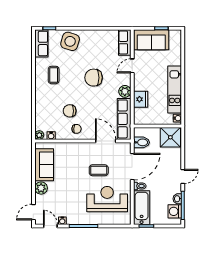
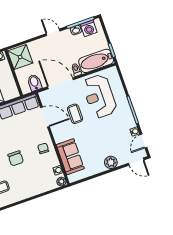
chair: (70, 111) -> (16, 158), moved
door: (106, 141) -> (45, 117), swing flipped
sofa: (44, 165) -> (70, 157), moved, turned 90

